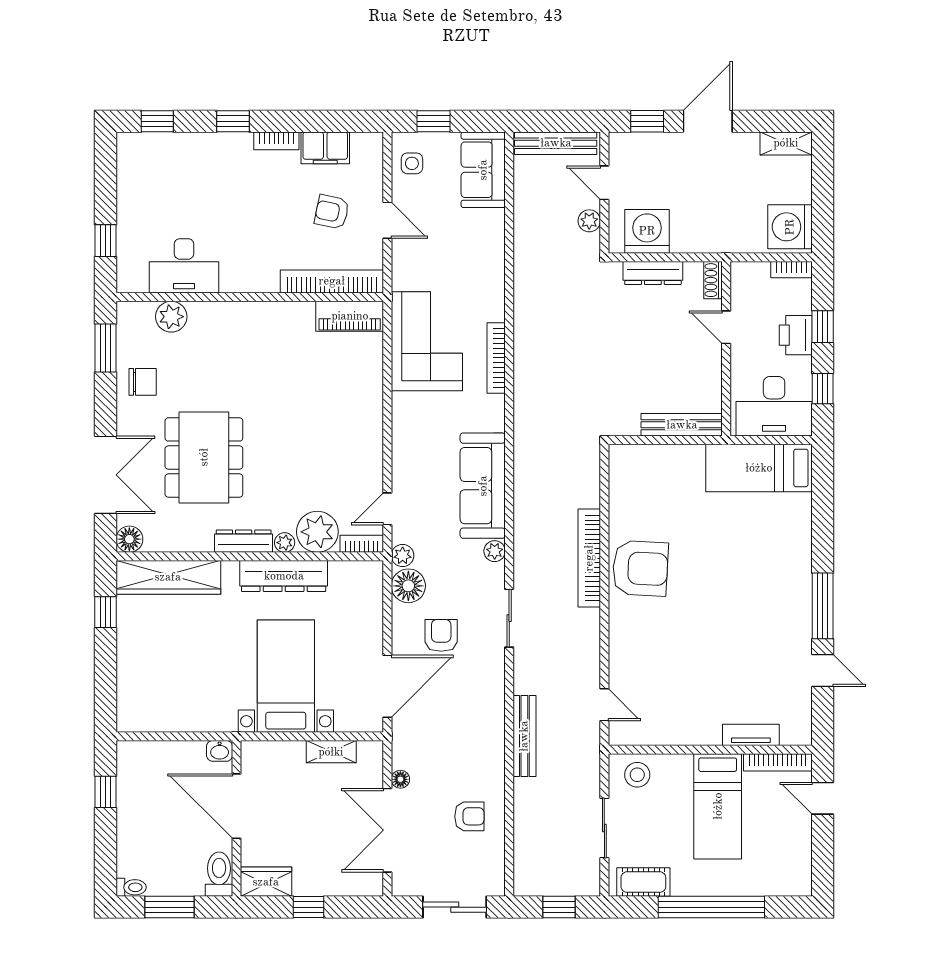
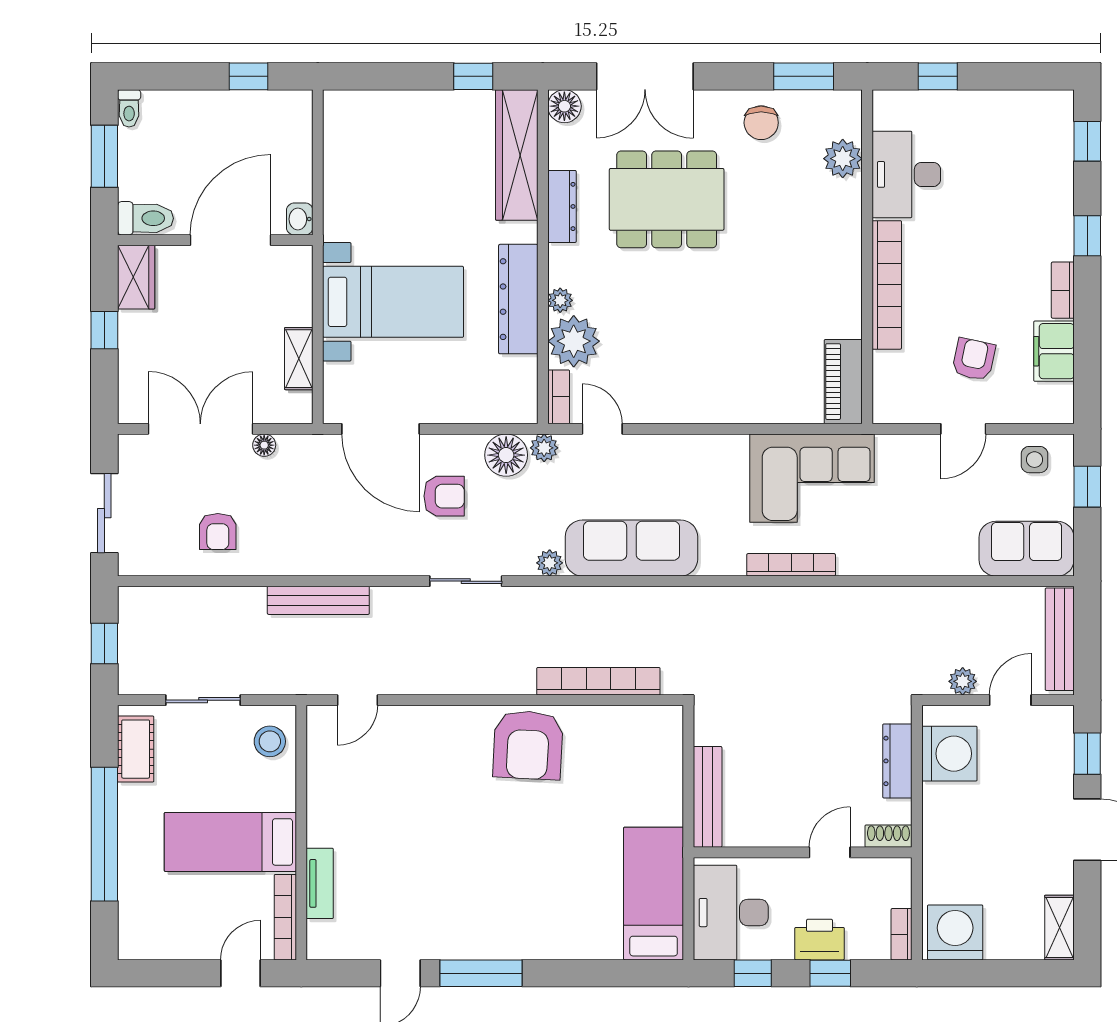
bookcase: (332, 281) -> (887, 285), moved
dresser: (244, 541) -> (562, 206), moved
bookcase: (589, 558) -> (598, 681), moved

